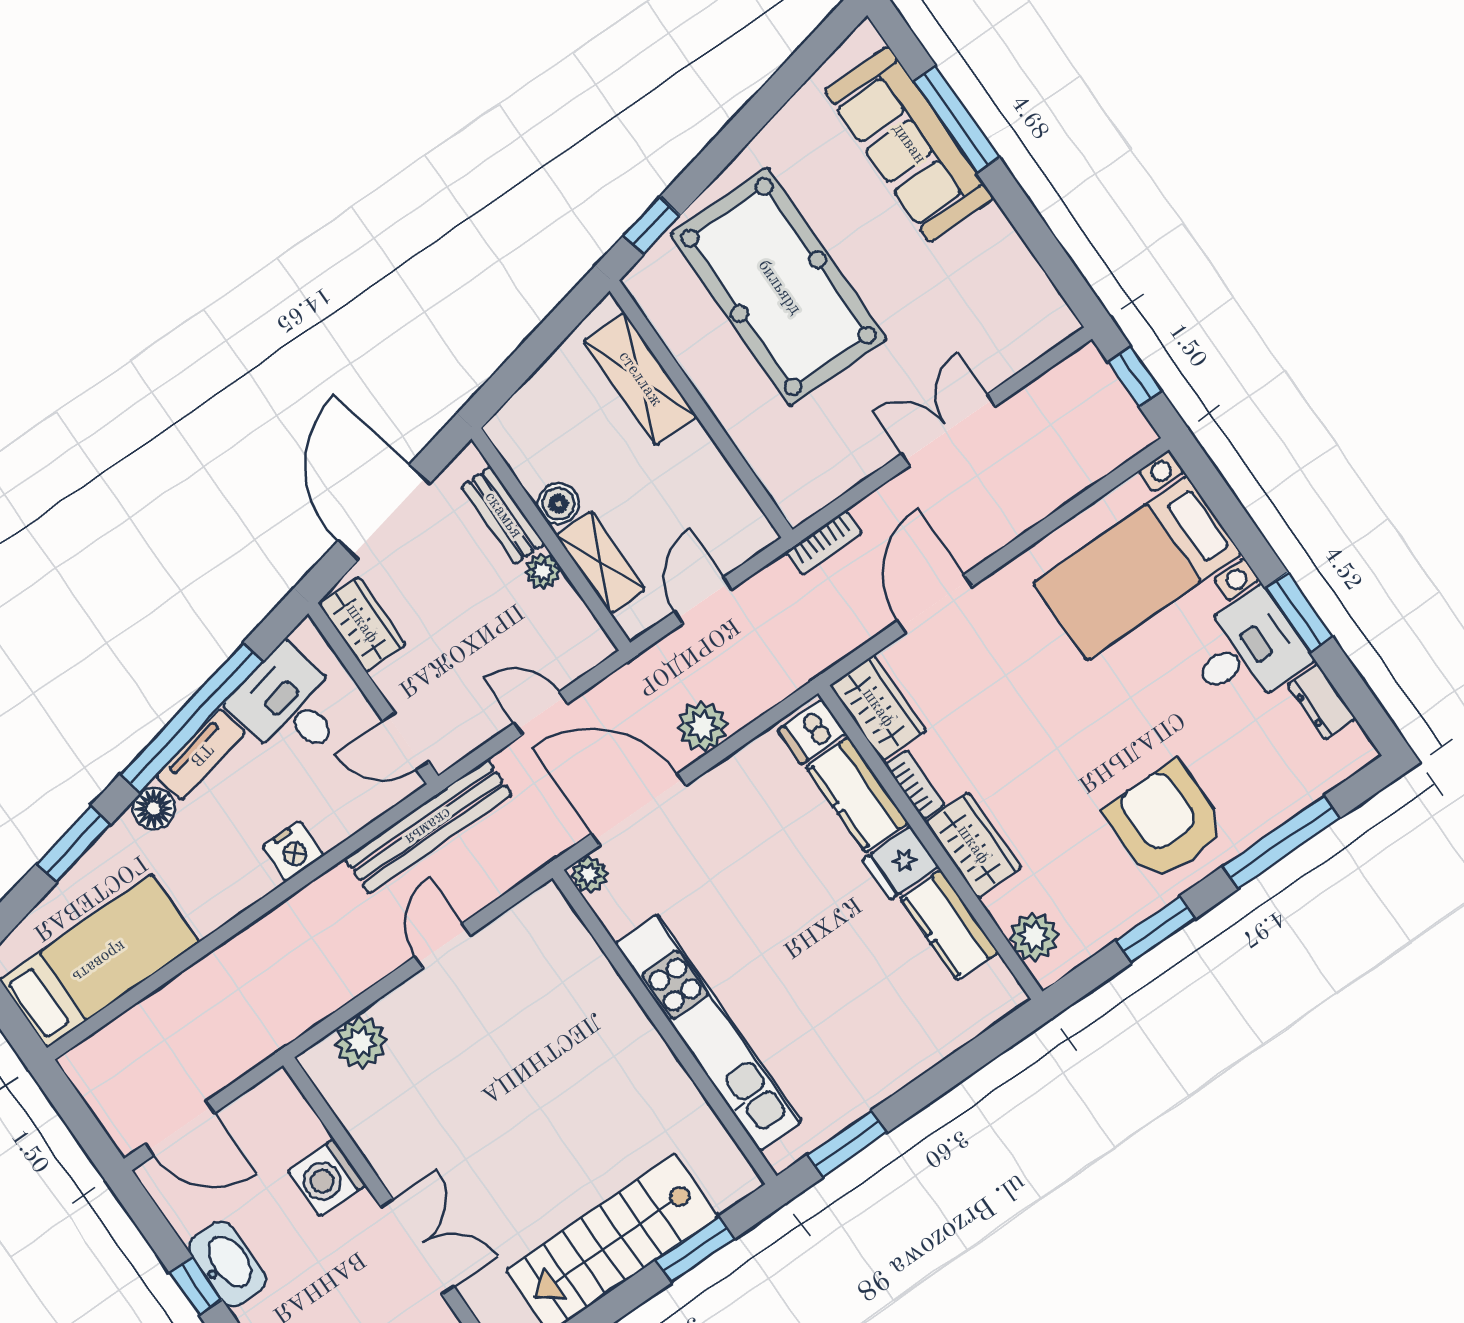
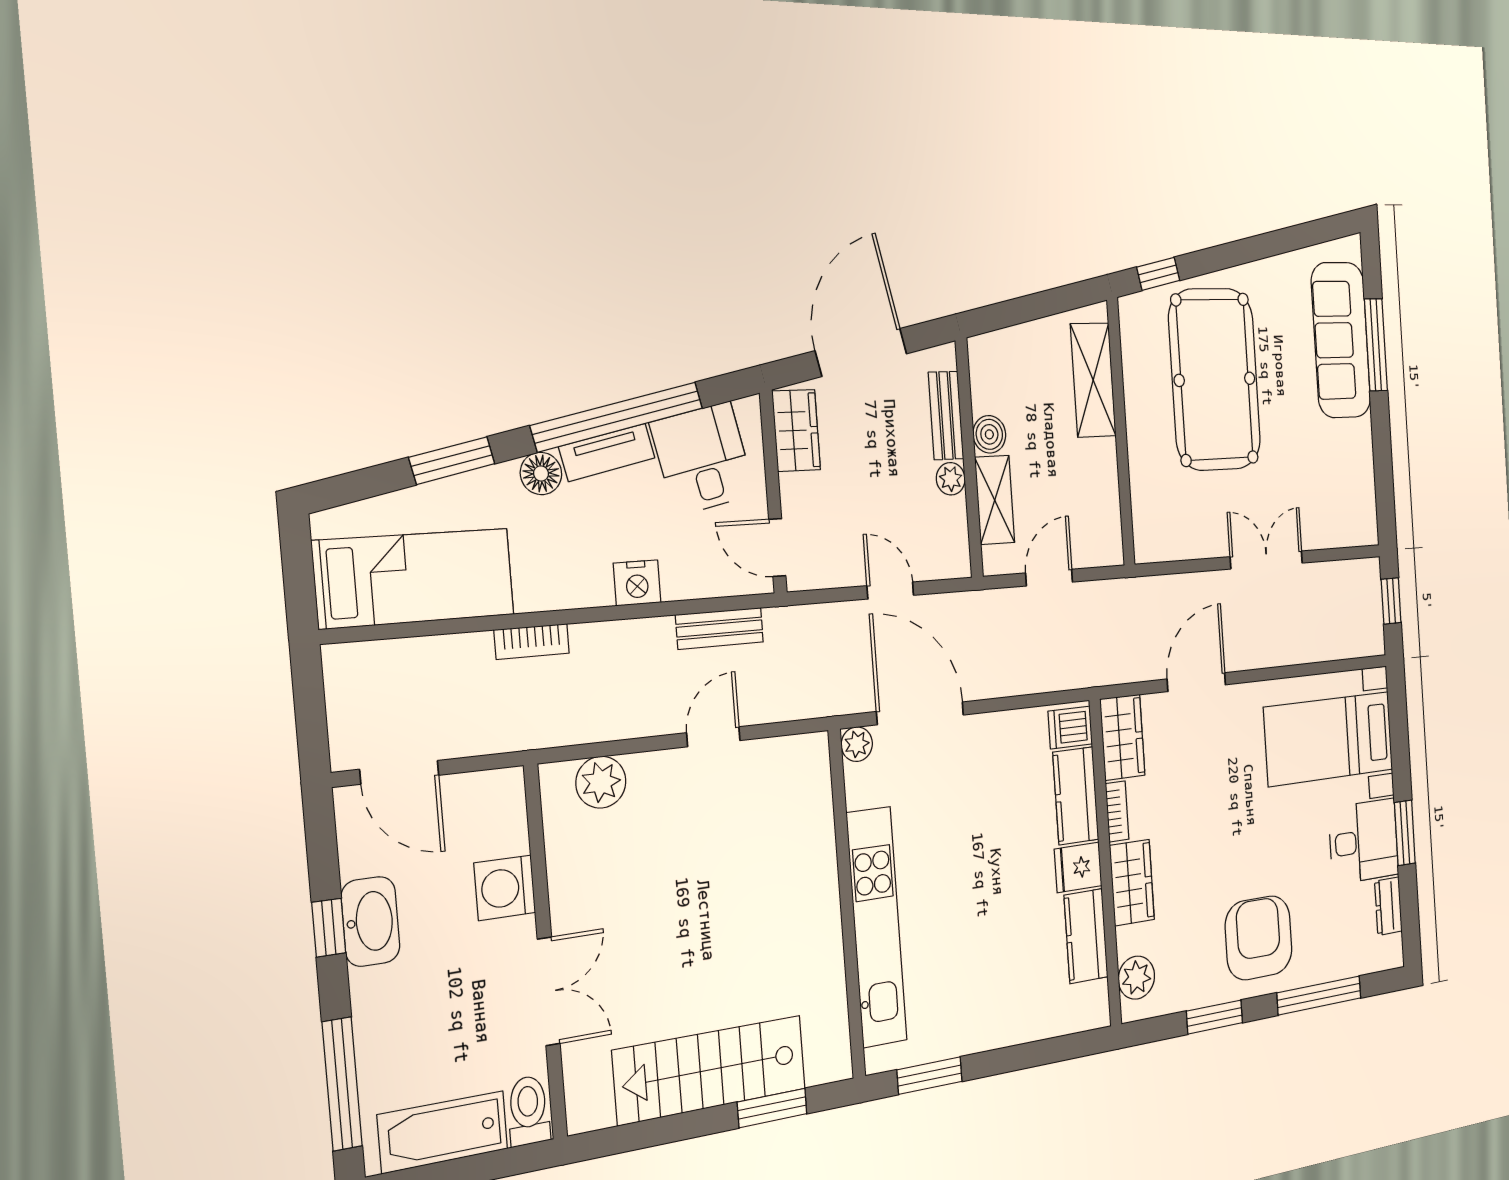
bookcase: (824, 543) -> (532, 642), moved
plant: (703, 726) -> (999, 675), removed
bench: (428, 826) -> (720, 628), width x0.54, depth x0.82

